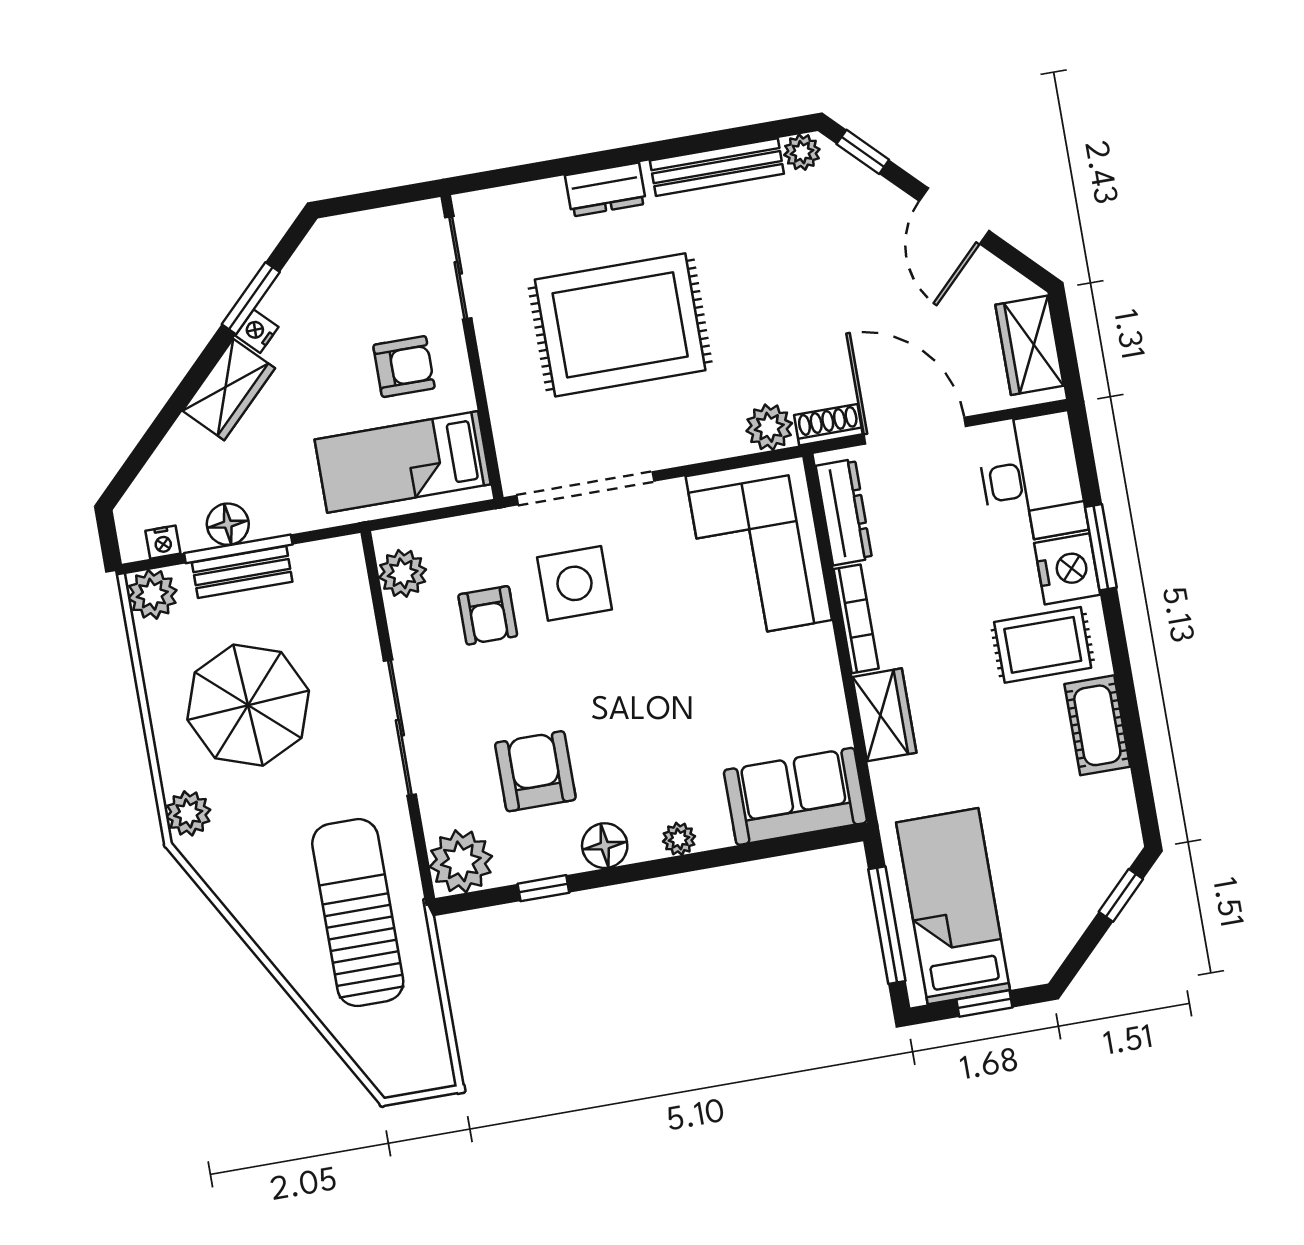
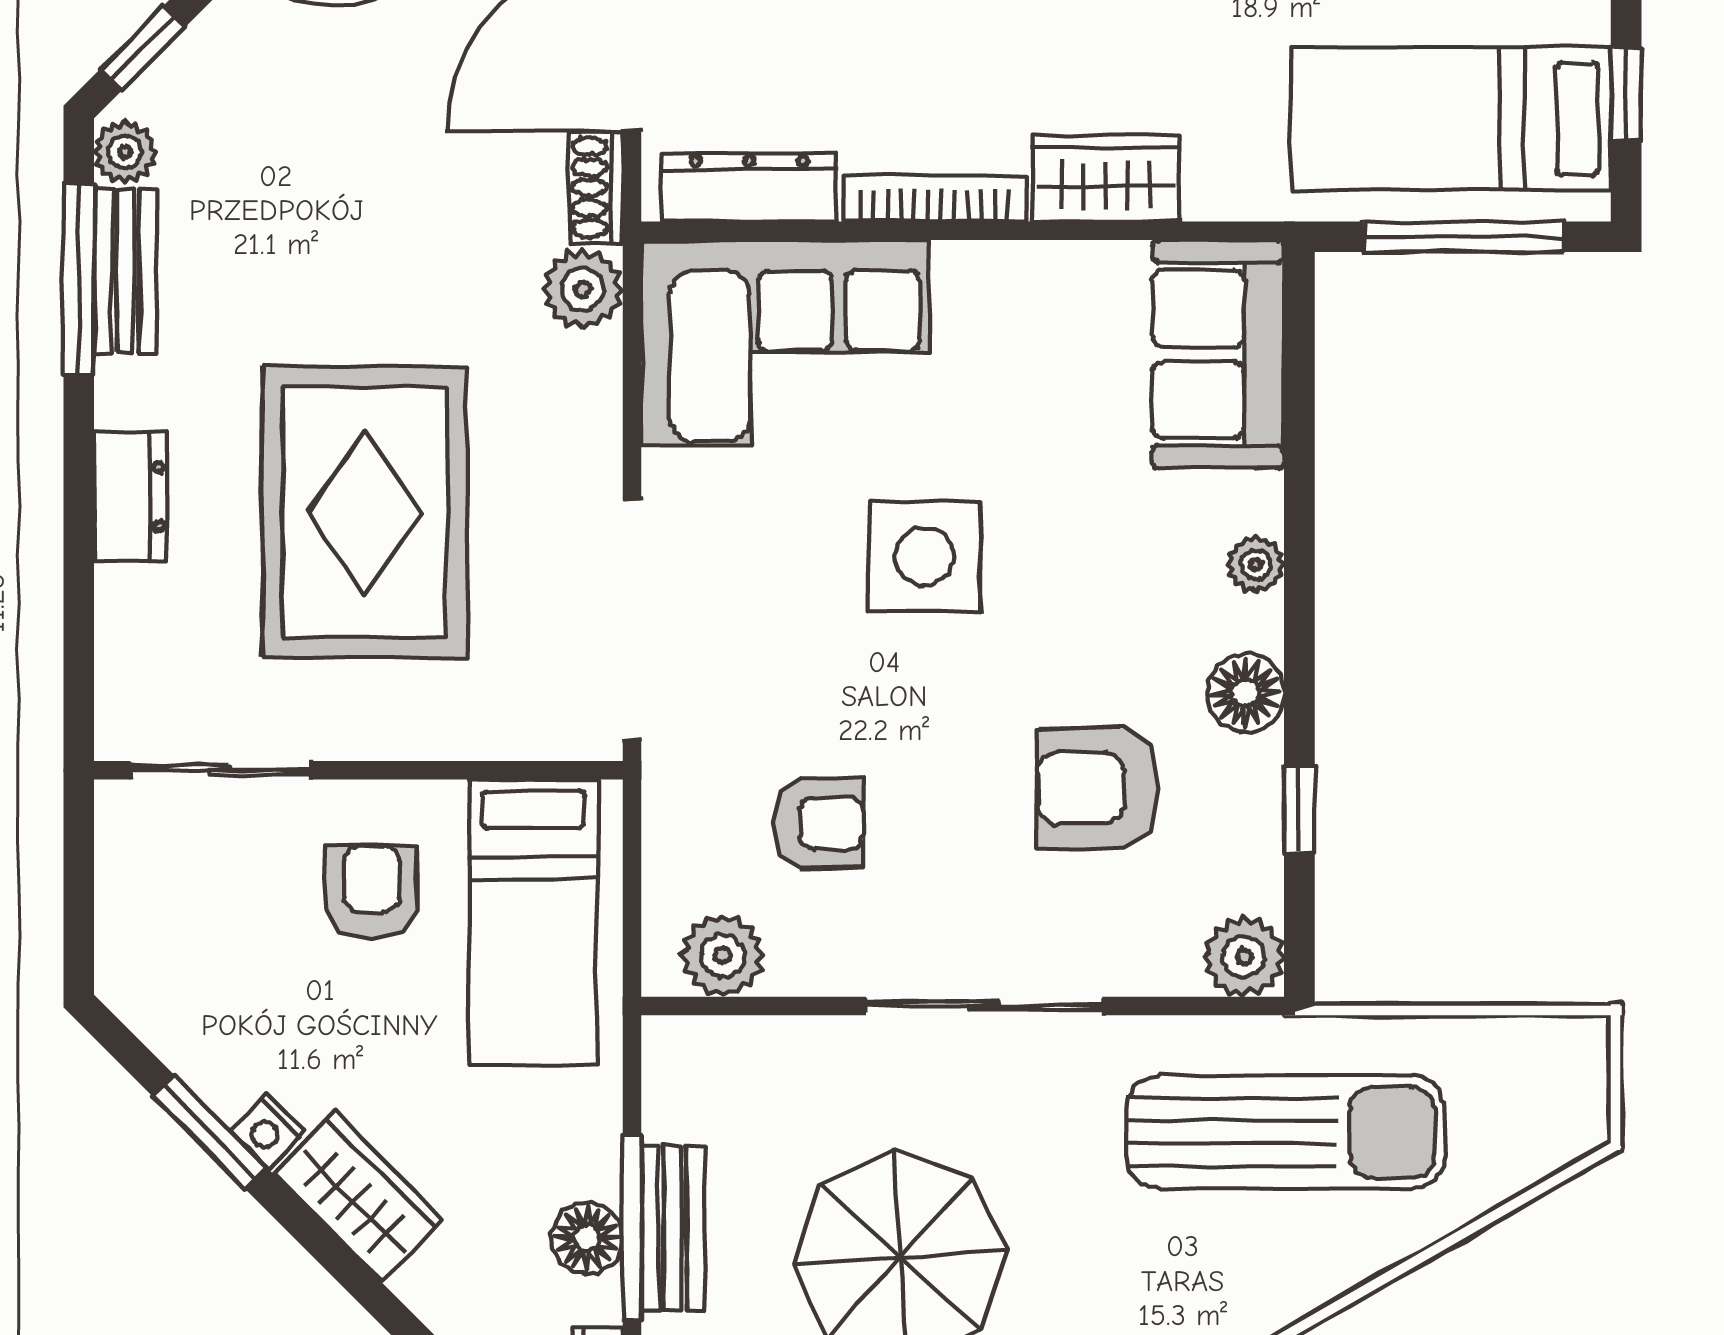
window: (724, 138) -> (79, 280), added
bench: (717, 167) -> (125, 271), width x0.73
side table: (574, 583) -> (924, 557), moved
plant: (461, 861) -> (1244, 957), width x0.73, depth x0.73
sun lounger: (358, 913) -> (1286, 1132), turned 180

